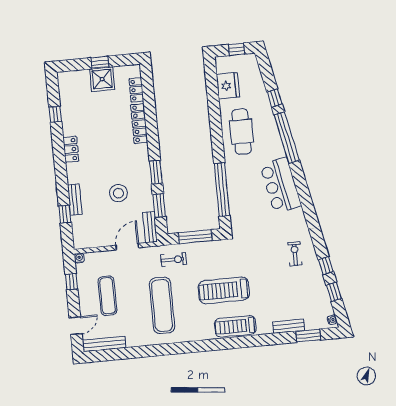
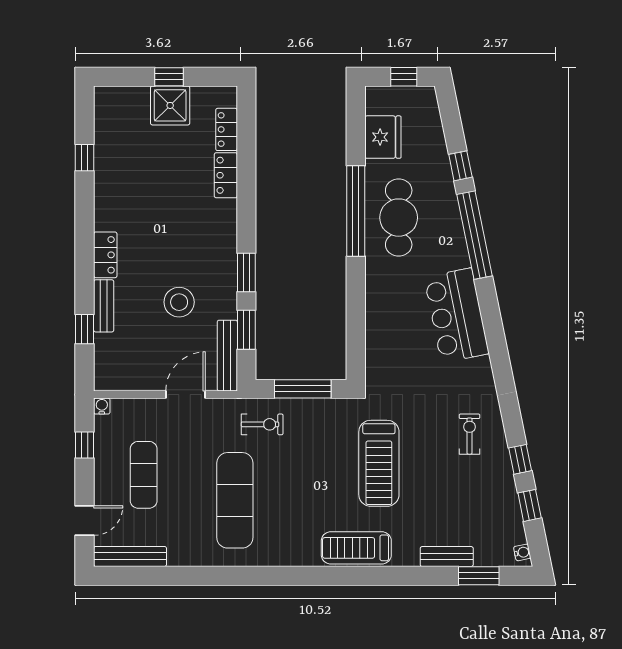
locker: (139, 124) -> (226, 175), width x0.66
locker: (71, 149) -> (105, 255), moved
window: (222, 190) -> (356, 211), moved
bench: (150, 227) -> (227, 356), width x1.36
treadmill: (224, 290) -> (379, 463), moved, turned -90

